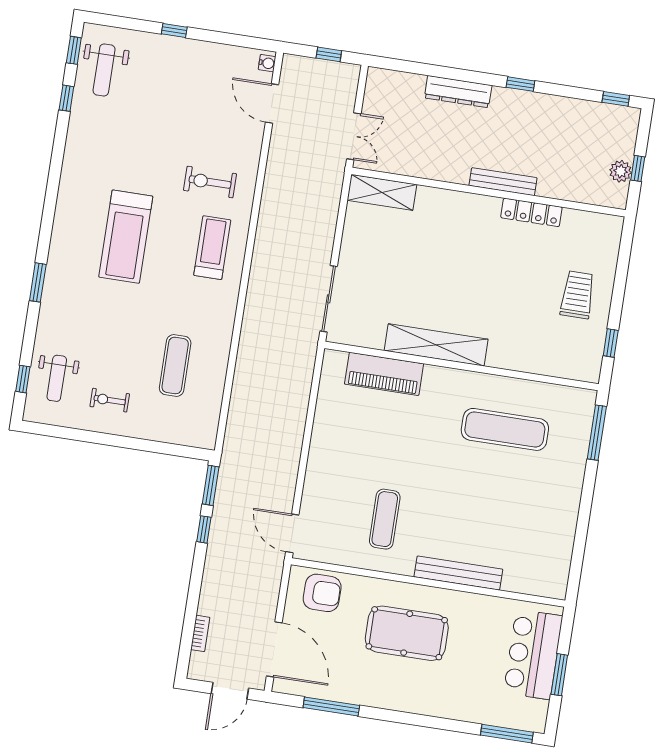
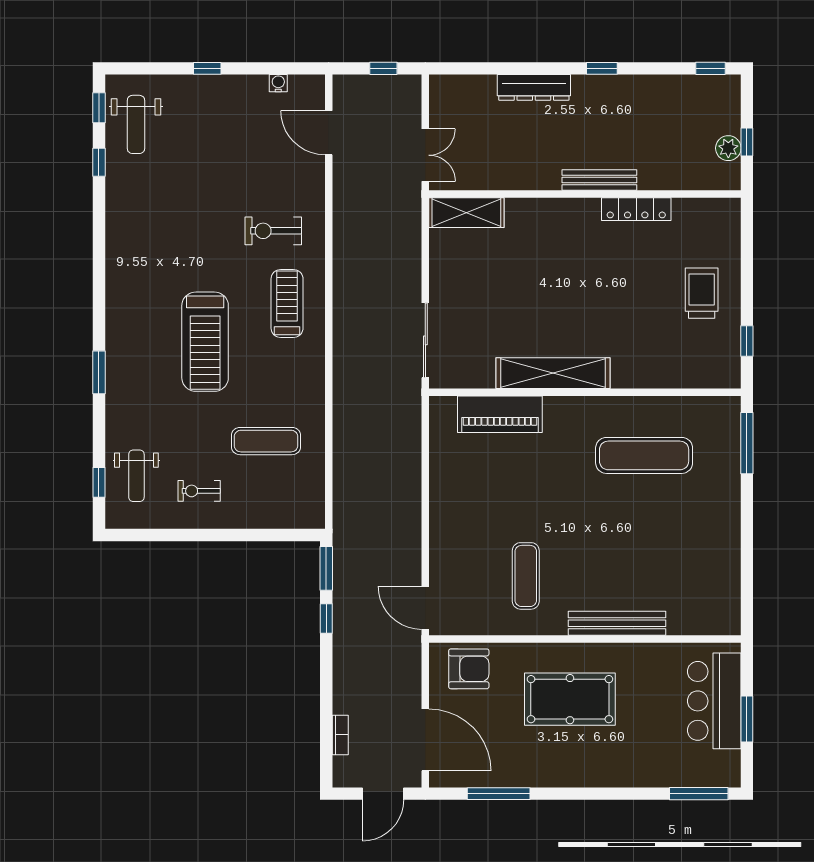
water cooler: (267, 63) -> (278, 83), moved, turned -90
treadmill: (126, 237) -> (205, 342), moved
exercise mat: (175, 365) -> (266, 441), turned 90

